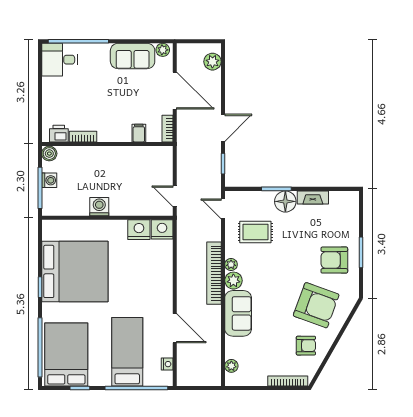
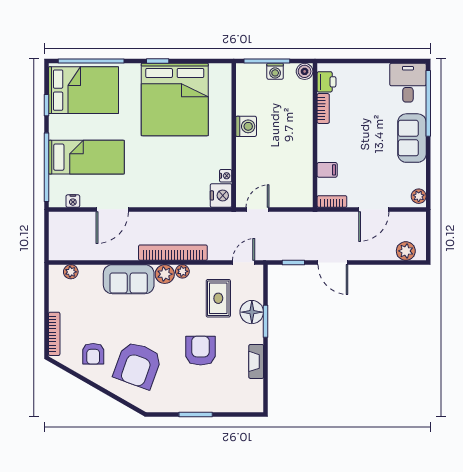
sofa: (133, 56) -> (412, 138), moved
door: (175, 91) -> (374, 209), width x0.73
floor lamp: (285, 201) -> (252, 312), moved
nightstand: (139, 230) -> (226, 176), width x0.53, depth x0.56
armchair: (334, 260) -> (201, 351), moved

